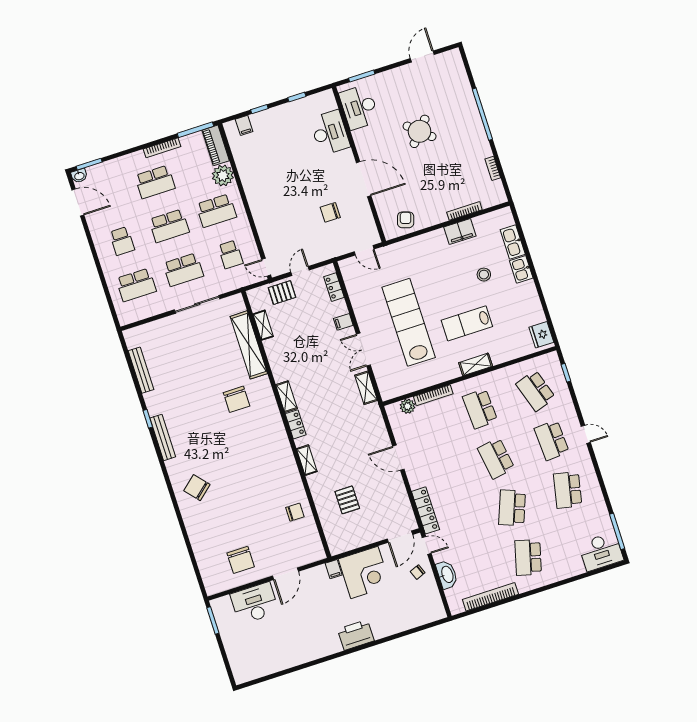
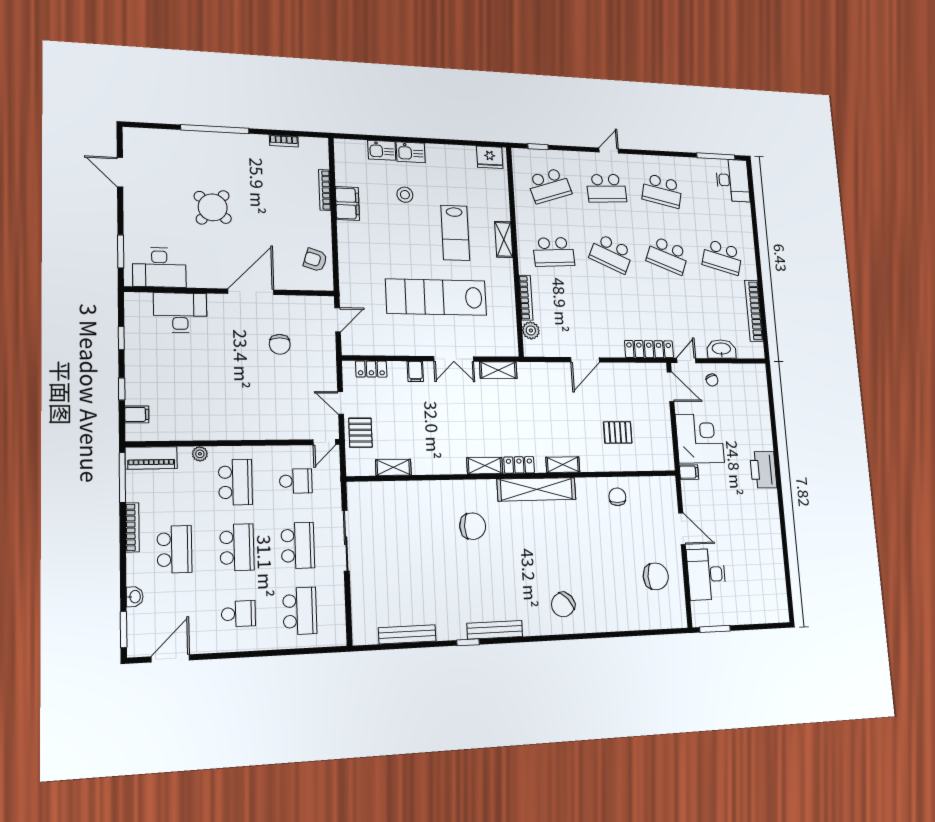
washbasin: (79, 176) -> (135, 597), moved
plant: (223, 176) -> (200, 454), width x0.53, depth x0.53
kitchen sink: (513, 242) -> (382, 150), width x0.73
shelving: (249, 345) -> (536, 489), moved
school desk: (496, 458) -> (611, 254), turned 33

